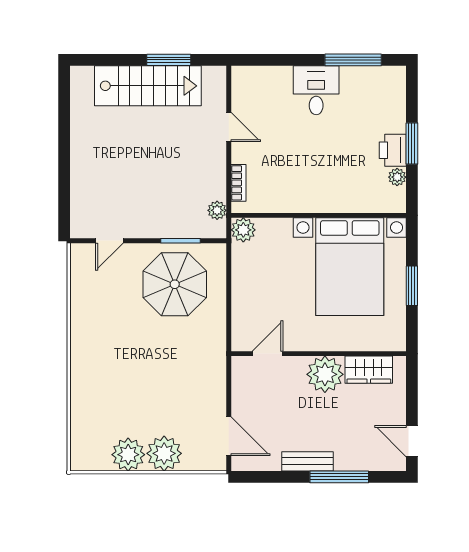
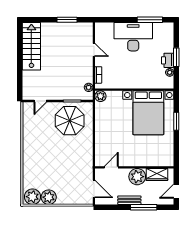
stairs: (148, 86) -> (31, 46), moved, turned -90
desk: (316, 90) -> (133, 37), width x1.87, depth x1.30
door: (267, 354) -> (111, 167), moved
wall: (319, 354) -> (134, 167), moved
wardrobe: (369, 370) -> (157, 175), moved
plant: (325, 374) -> (137, 177), moved
door: (412, 441) -> (176, 191), hinge flipped
plant: (164, 453) -> (33, 197), moved

